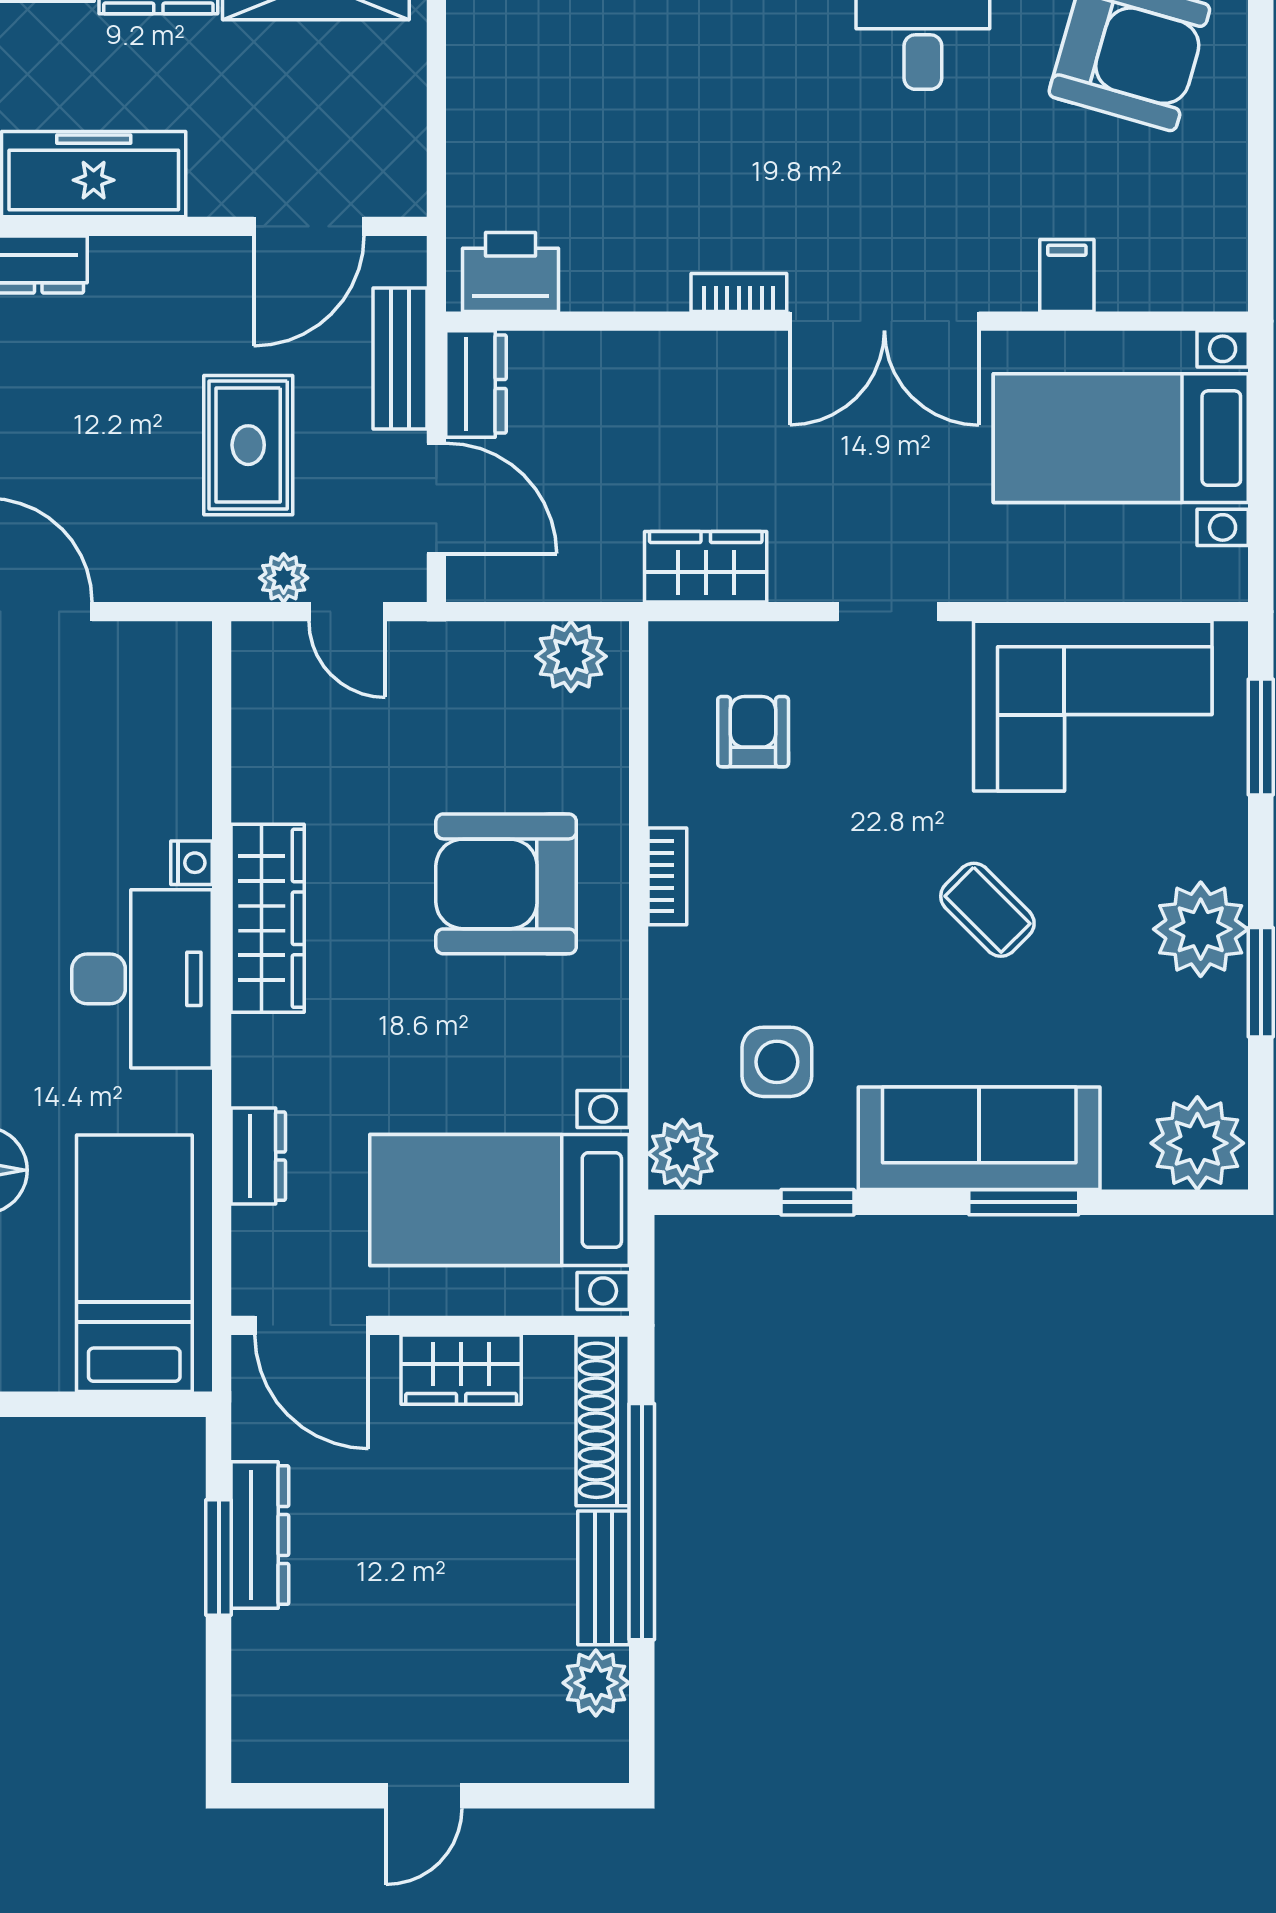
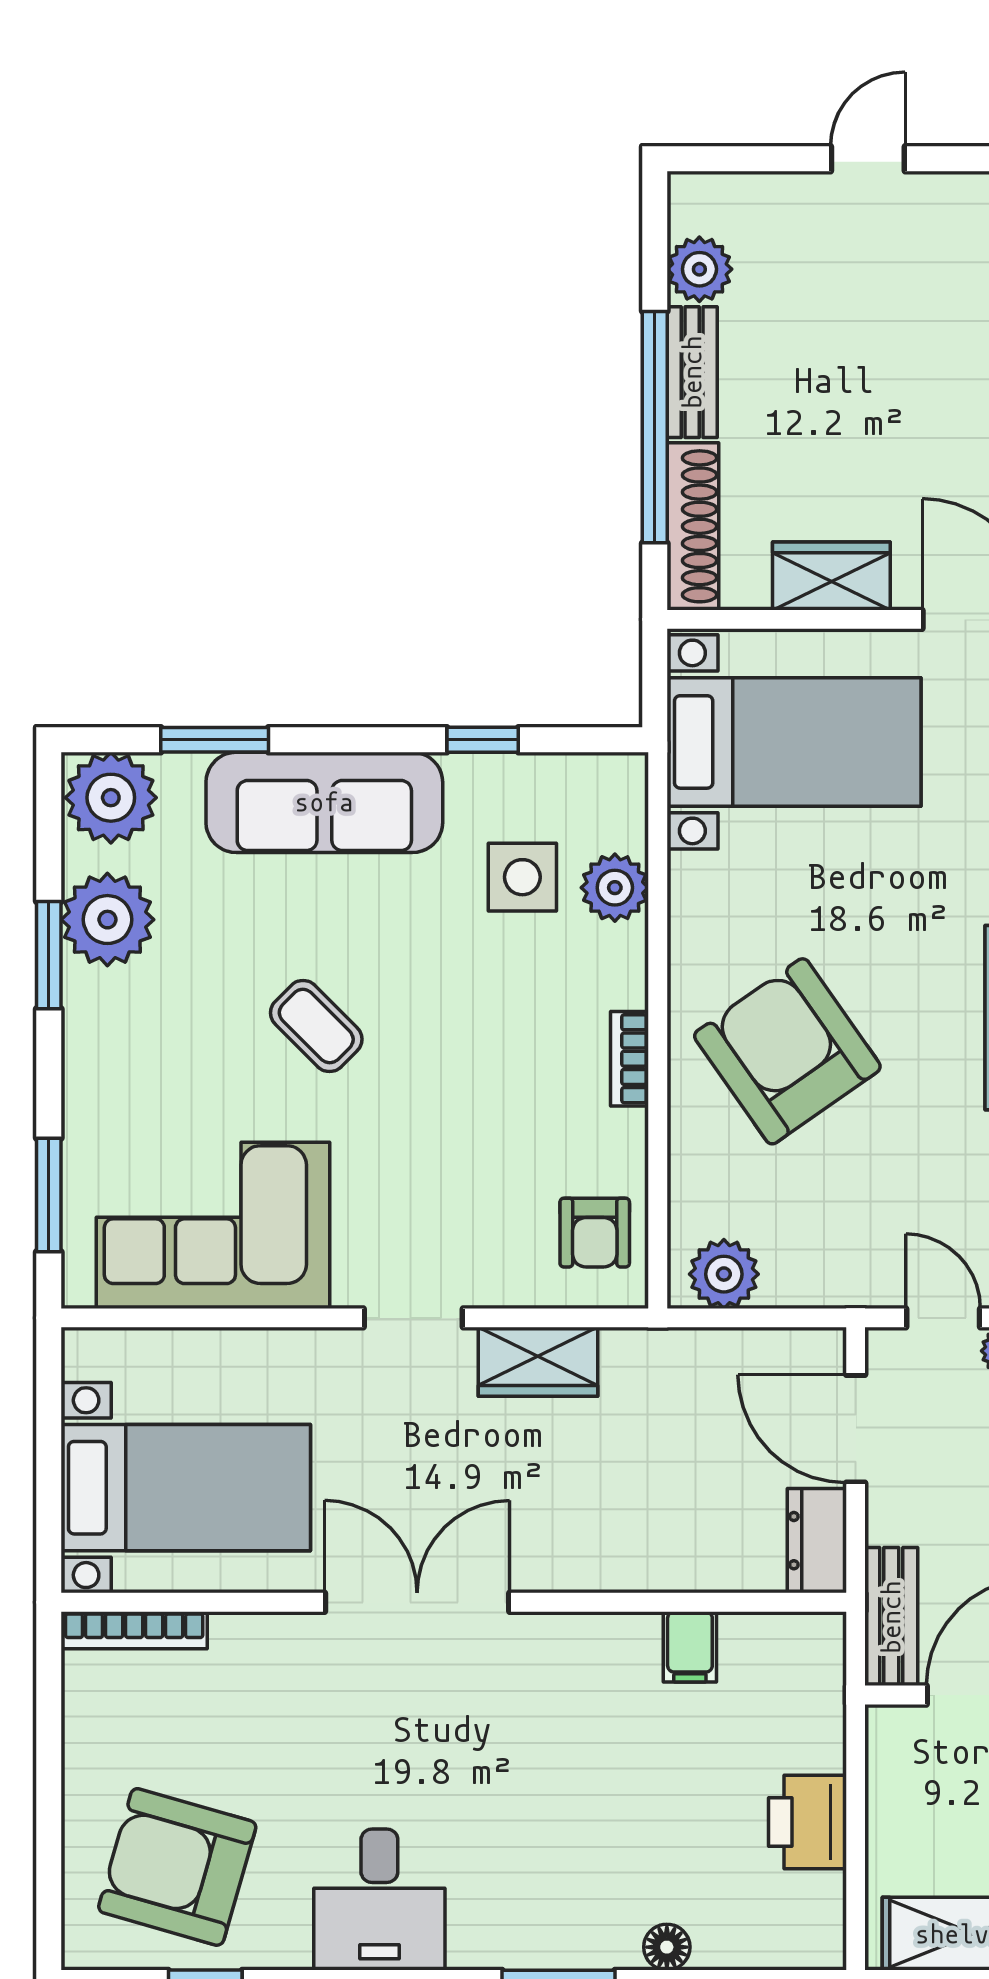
printer: (510, 272) -> (807, 1822), moved, turned 90
filing cabinet: (1067, 275) -> (690, 1647), moved
bookcase: (739, 292) -> (134, 1630), moved, width x1.56
bench: (400, 358) -> (891, 1617), moved
wardrobe: (706, 567) -> (538, 1362), moved
armchair: (753, 732) -> (595, 1233), moved
armchair: (506, 884) -> (787, 1051), turned -125
plant: (1201, 929) -> (107, 920), moved
plant: (682, 1154) -> (615, 888), moved
window: (1024, 1202) -> (215, 740), moved

